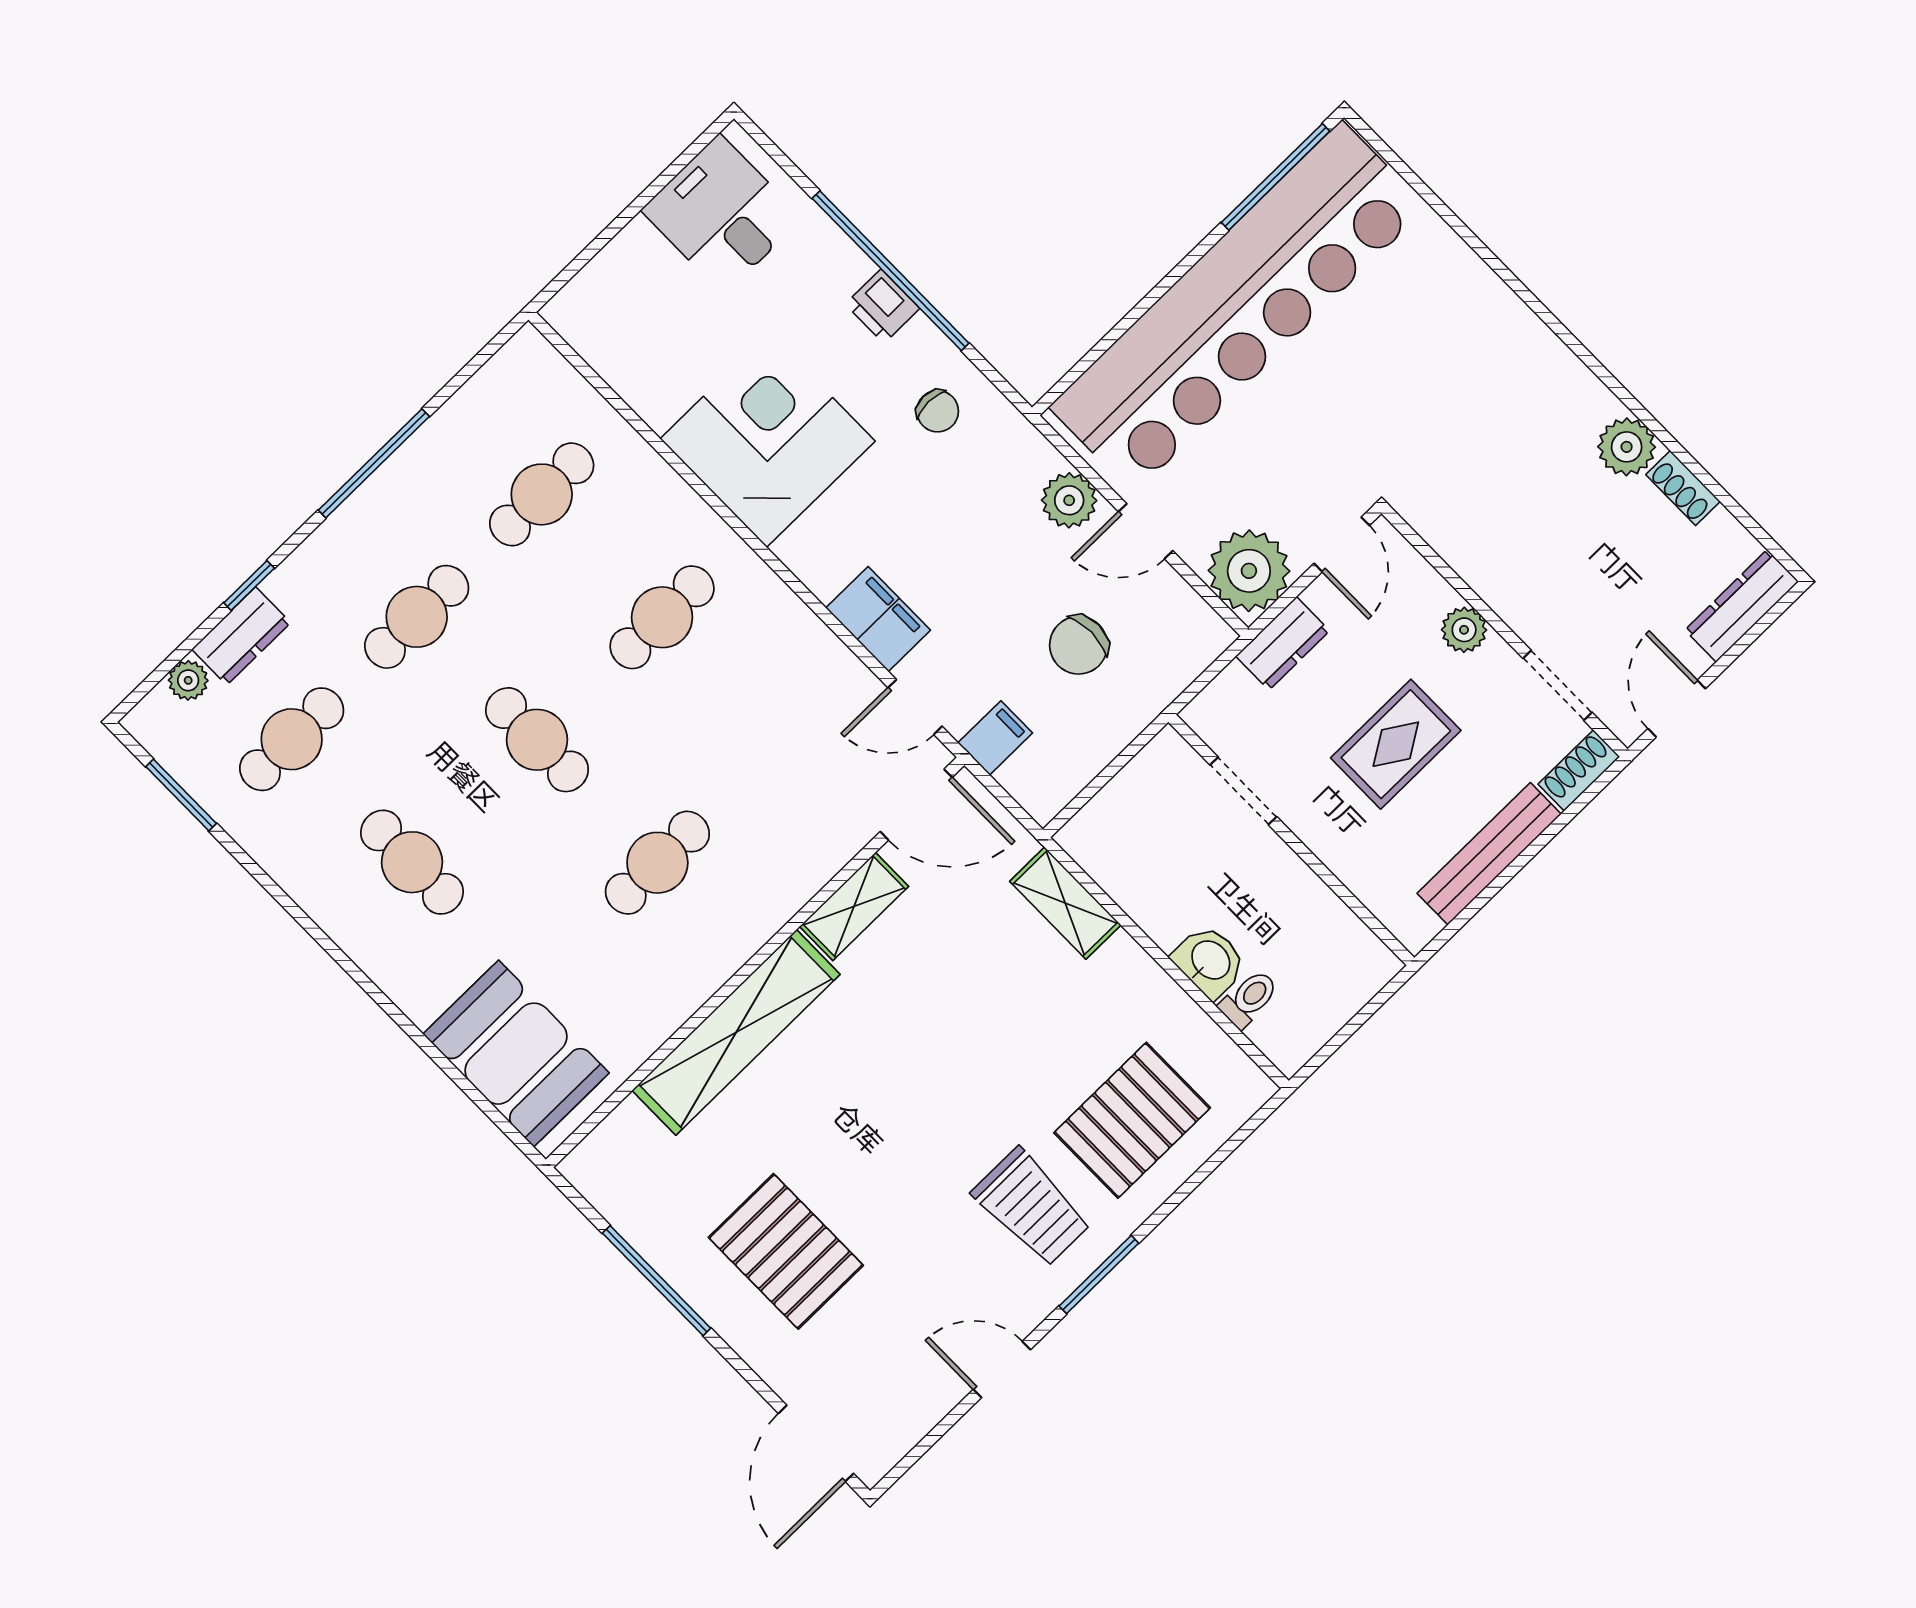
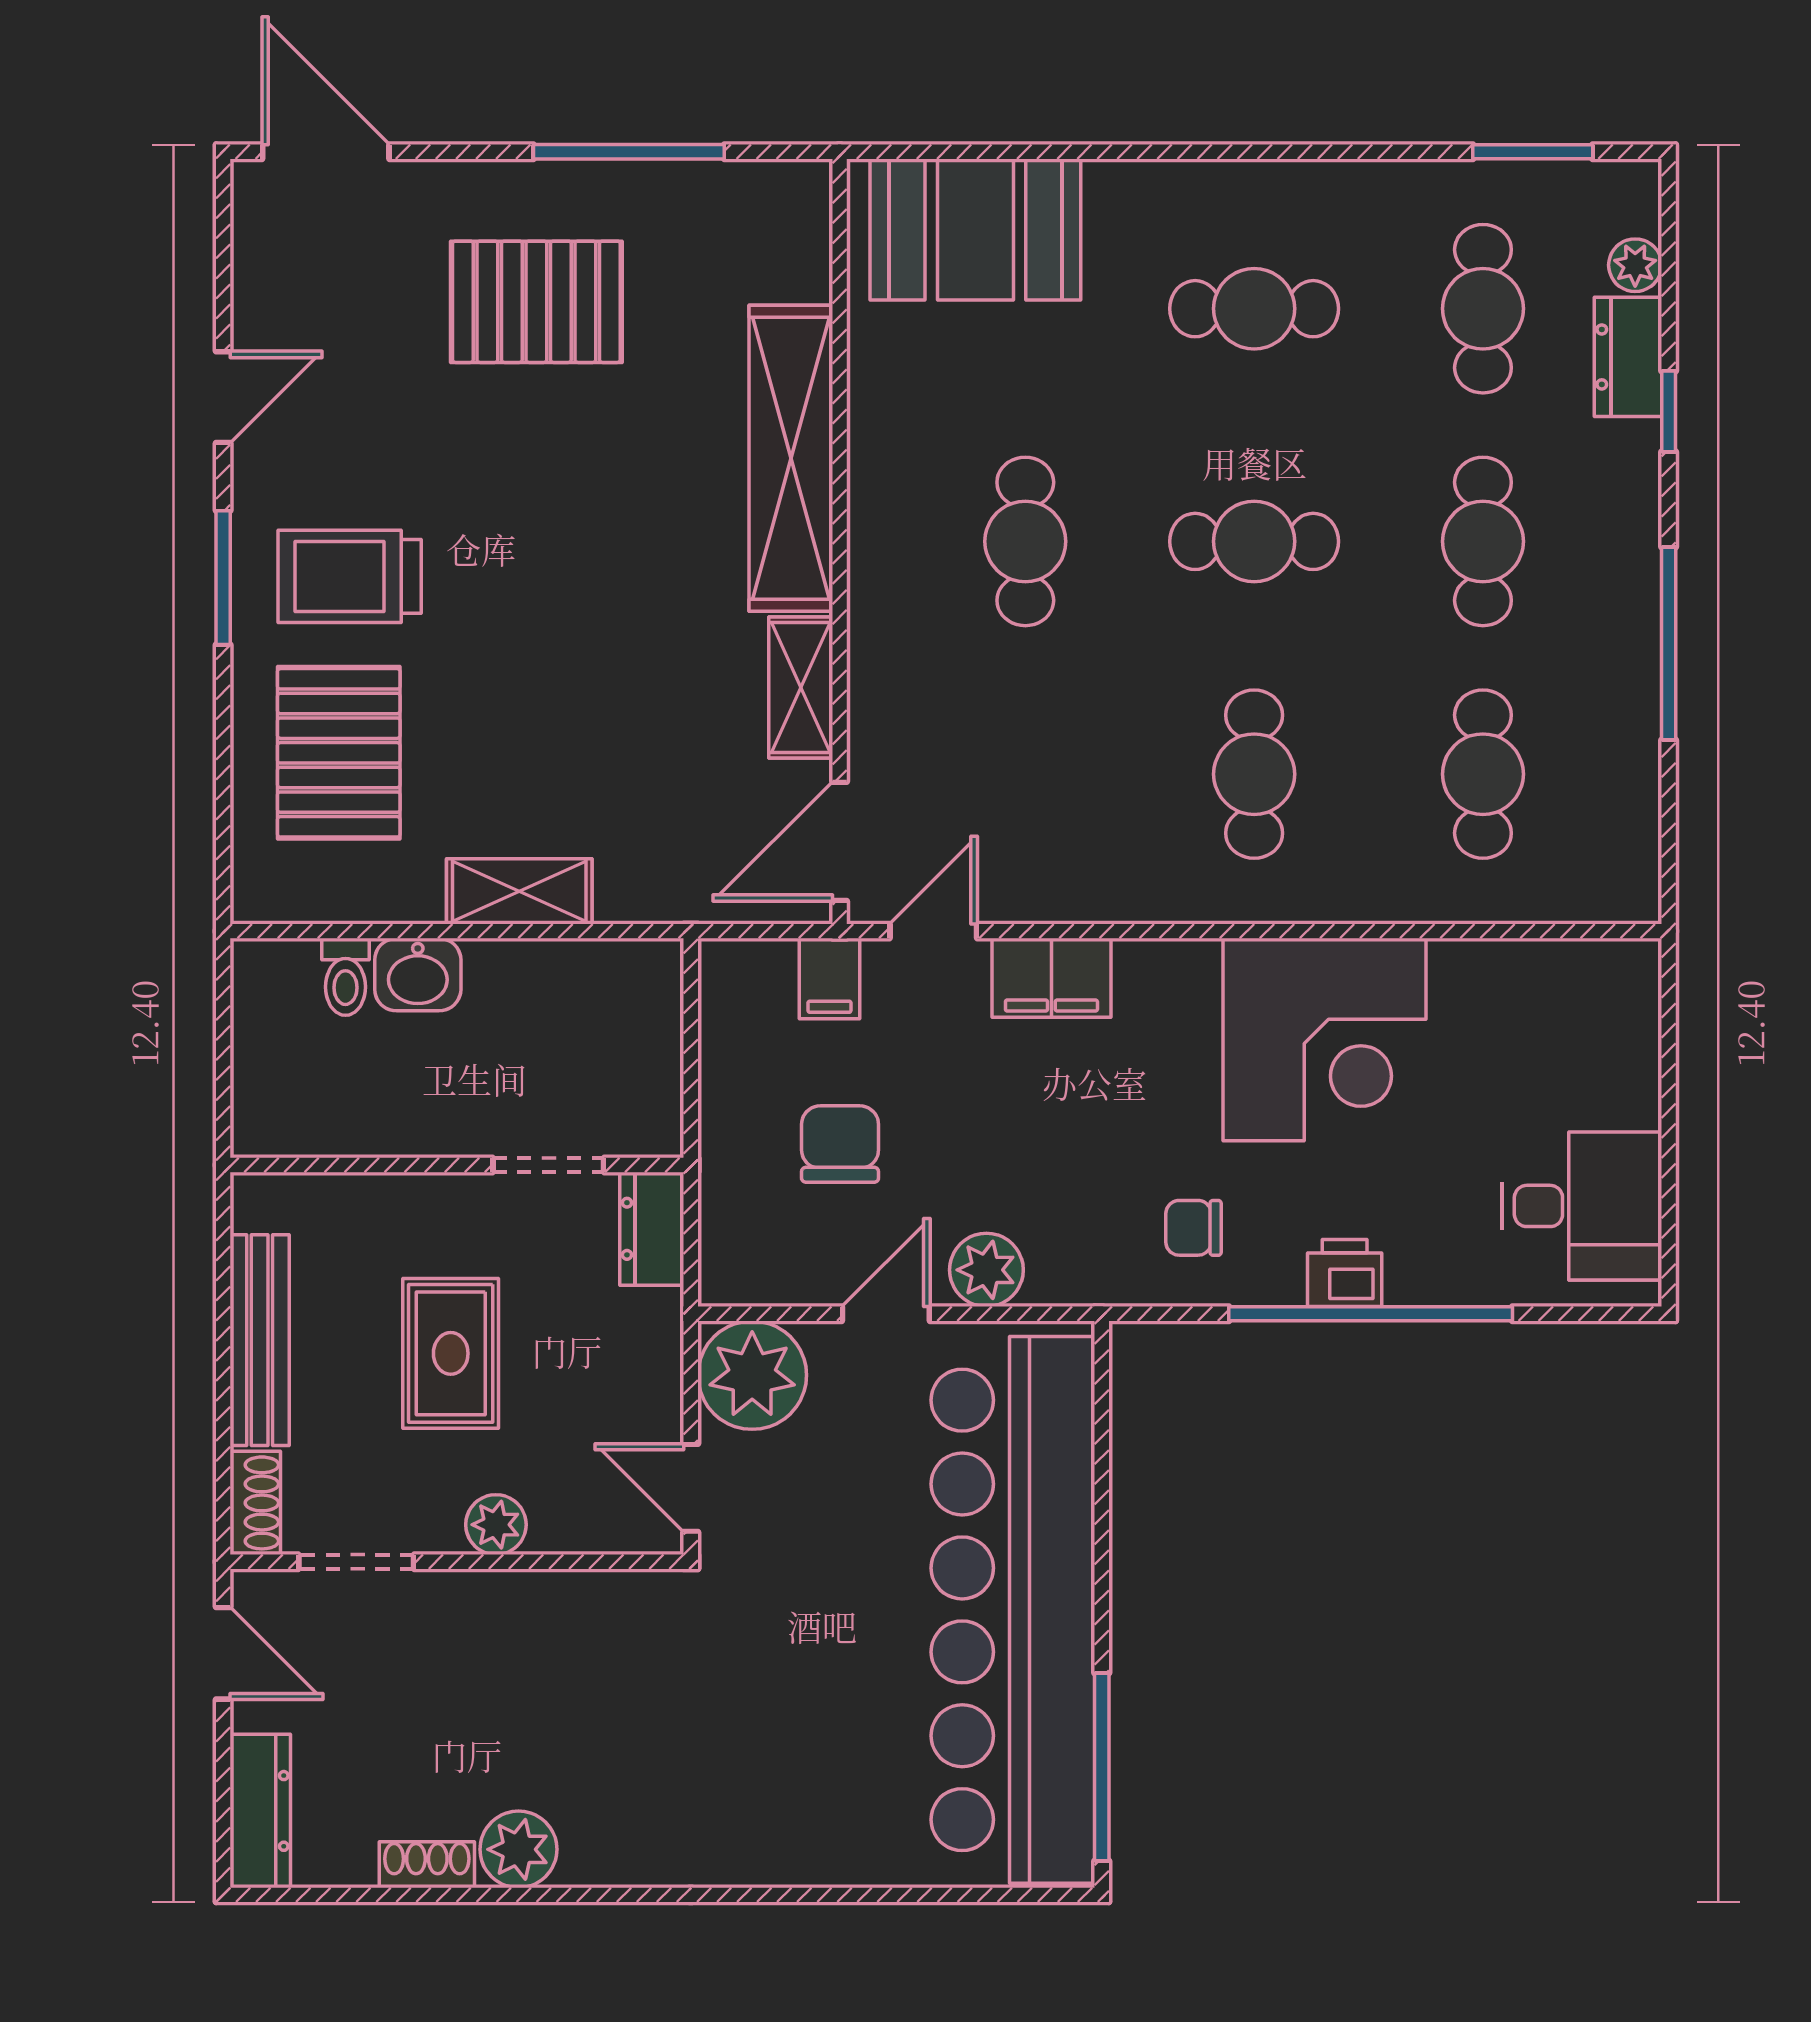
dresser: (1283, 643) -> (652, 1229), moved
shelving: (1065, 903) -> (519, 891), moved

